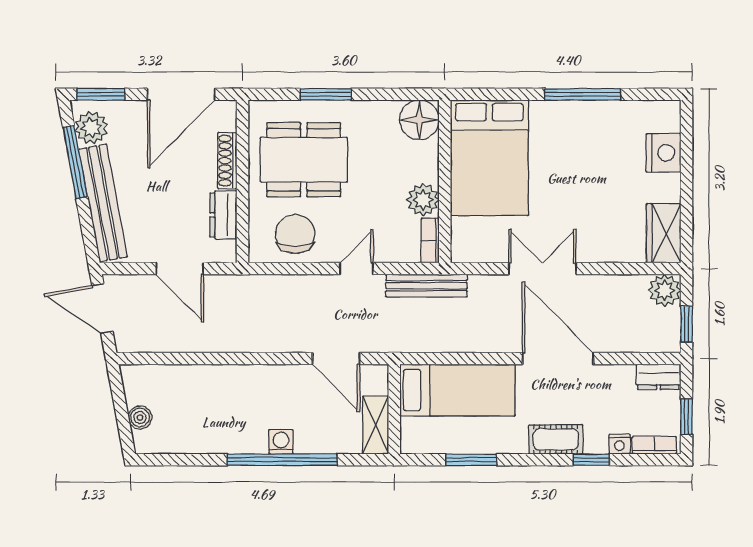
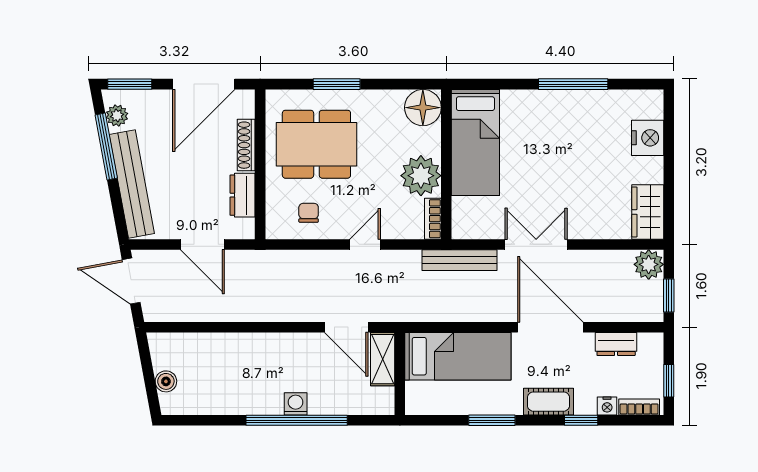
plant: (91, 128) -> (117, 116), width x0.73, depth x0.73
bed: (489, 158) -> (475, 142), width x0.67
plant: (423, 200) -> (421, 176), width x1.36, depth x1.36
chair: (295, 234) -> (309, 213), width x0.54, depth x0.54
bench: (426, 286) -> (459, 260), moved
dresser: (658, 377) -> (616, 344), moved
shelving: (376, 425) -> (383, 359), moved
window: (471, 460) -> (492, 420), moved

